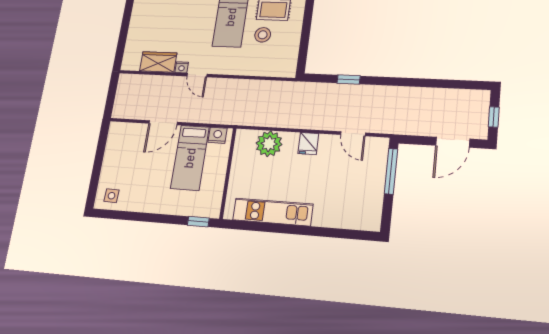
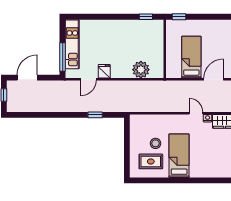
door: (353, 134) -> (88, 79), swing flipped
nightstand: (218, 135) -> (175, 73), removed
fridge: (308, 144) -> (104, 71), moved
kitchen unit: (273, 212) -> (72, 44), moved, turned -90
window: (250, 226) -> (146, 17), added

